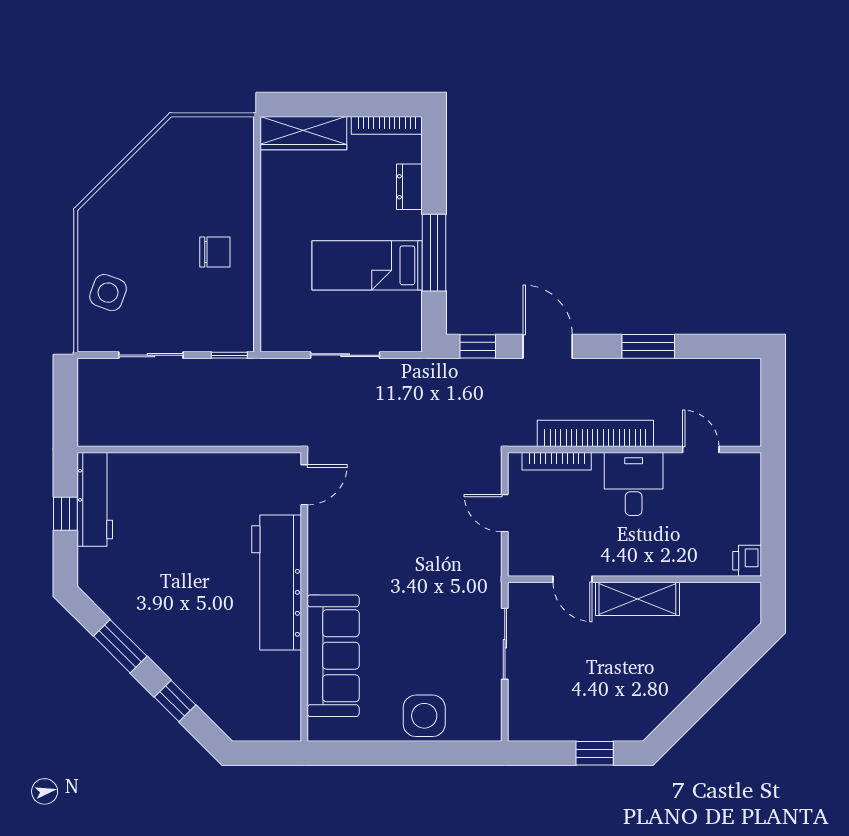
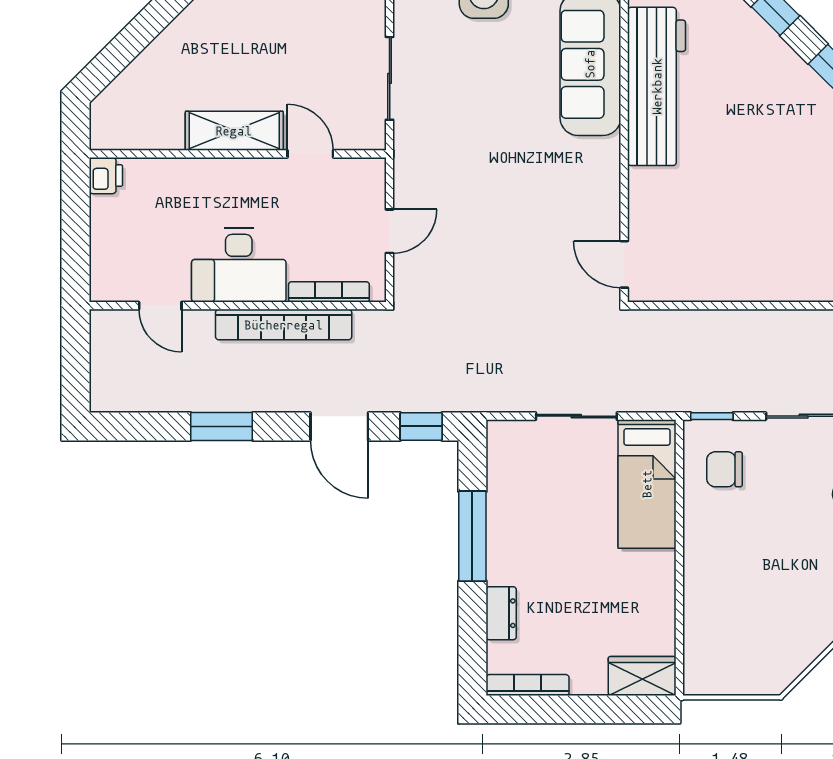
wardrobe: (303, 133) -> (642, 676), width x0.67
chair: (215, 252) -> (724, 469), moved
bed: (367, 265) -> (647, 484), moved, turned 90
desk: (634, 484) -> (239, 265), width x1.37
door: (304, 485) -> (624, 264), hinge flipped
door: (505, 513) -> (390, 231), hinge flipped
workbench: (277, 583) -> (657, 86), moved

